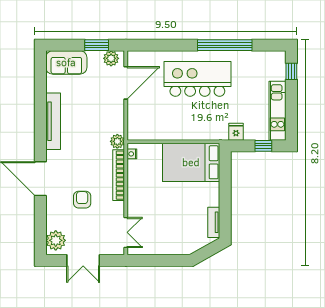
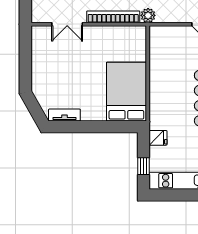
nightstand: (132, 154) -> (135, 31), removed
double door: (126, 232) -> (67, 24), moved

